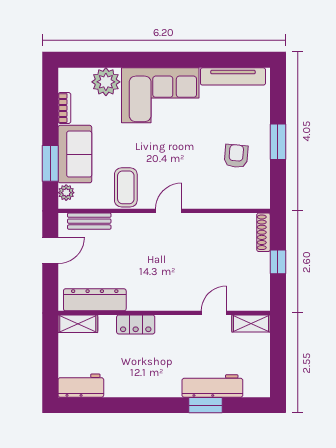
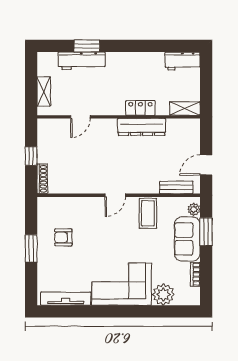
armchair: (236, 156) -> (63, 237), turned 85
dresser: (95, 300) -> (142, 127), moved
shelving: (251, 323) -> (44, 92), moved, turned 90

